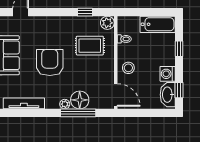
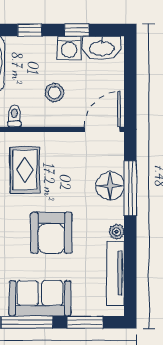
armchair: (50, 62) -> (51, 233), turned -90
stool: (128, 68) -> (54, 93), moved
window: (179, 90) -> (77, 30), moved
plant: (65, 104) -> (117, 232), moved

